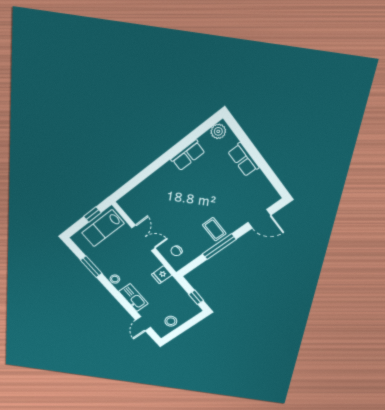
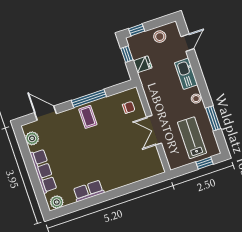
row of seats: (243, 160) -> (43, 171), width x1.48
plant: (266, 189) -> (32, 138), added
window: (92, 215) -> (205, 163), moved
lab bench: (103, 228) -> (192, 138), moved, turned -90
fridge: (162, 275) -> (143, 64), moved
window: (195, 320) -> (137, 30), added

